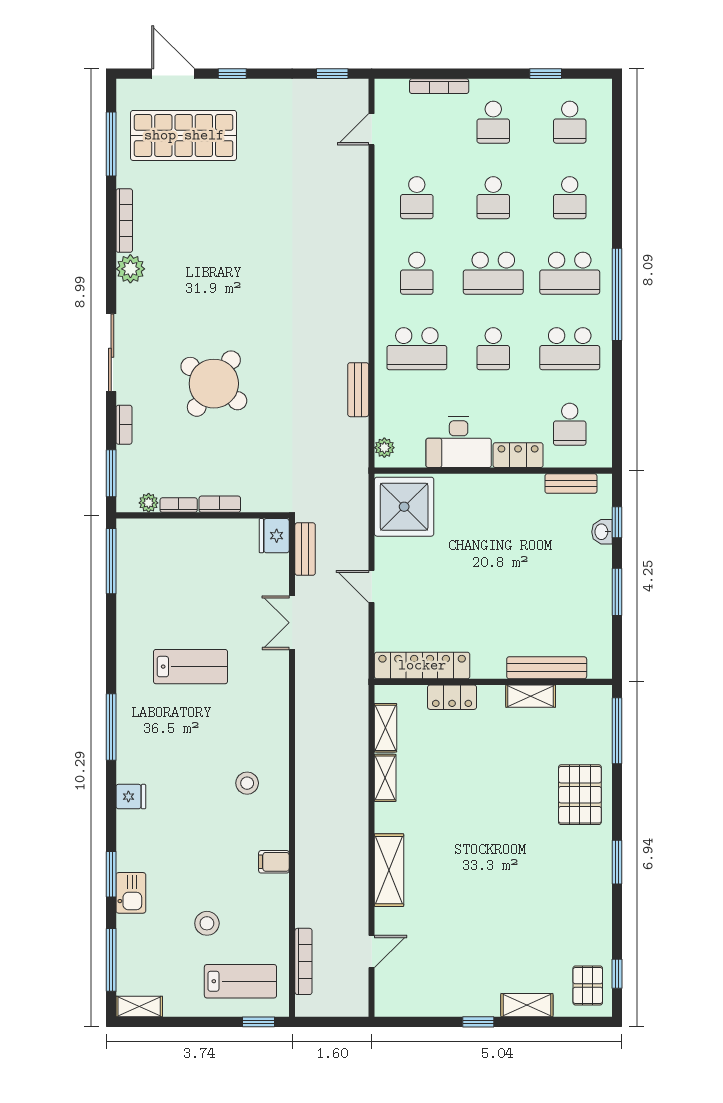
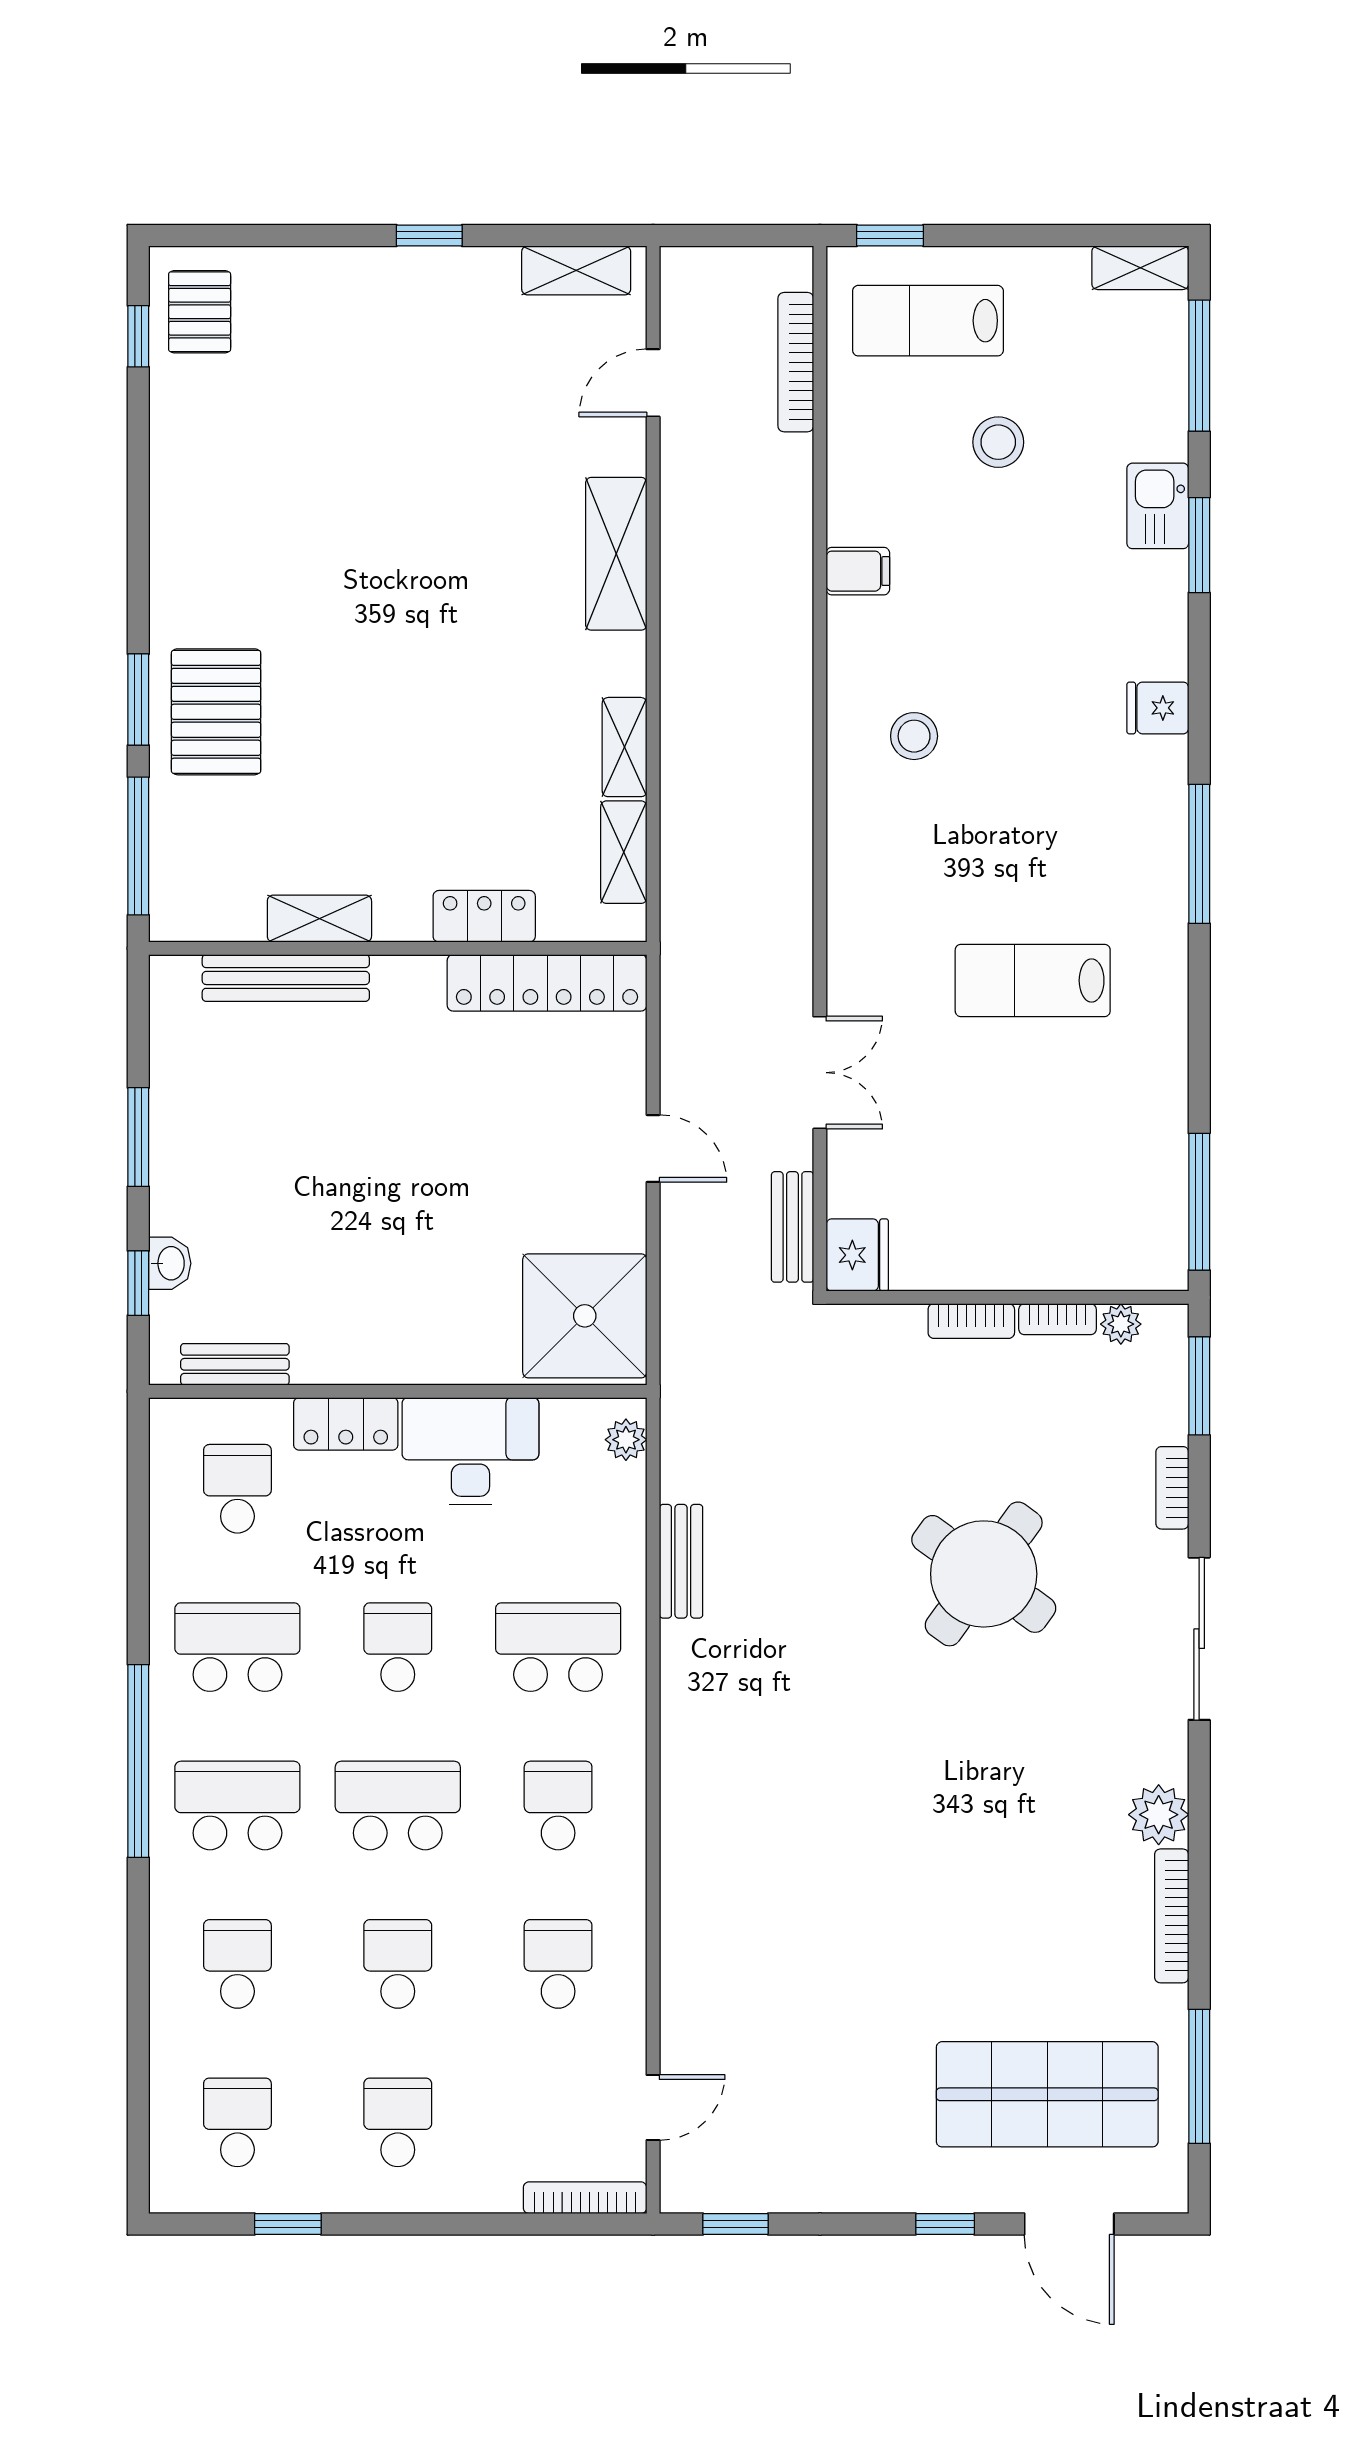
bookcase: (439, 86) -> (585, 2198), moved
window: (617, 862) -> (138, 700), moved
shelving: (527, 1005) -> (576, 270), moved

